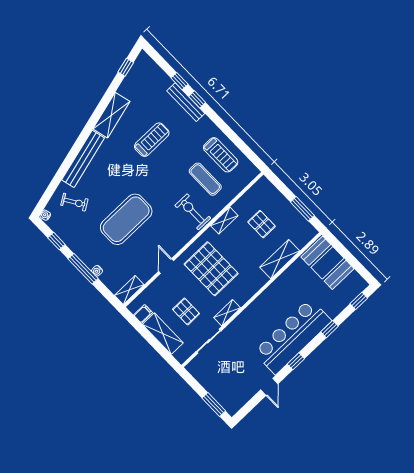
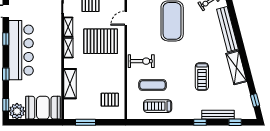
window: (179, 81) -> (235, 122), moved
bench: (186, 102) -> (218, 115), moved
shelving: (224, 221) -> (68, 48), moved
pallet: (262, 224) -> (110, 100), moved
door: (166, 266) -> (126, 18), swing flipped
plant: (355, 284) -> (17, 111), added

